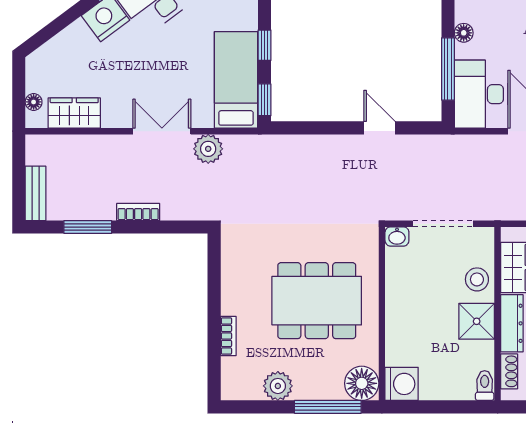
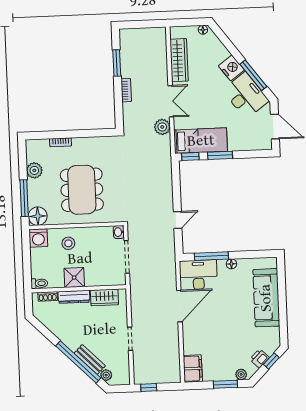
window: (264, 45) -> (220, 155), width x1.50
floor lamp: (34, 102) -> (203, 30), moved
wardrobe: (74, 113) -> (179, 60), width x1.50
bench: (36, 193) -> (134, 34), removed
stool: (477, 279) -> (68, 243), moved

